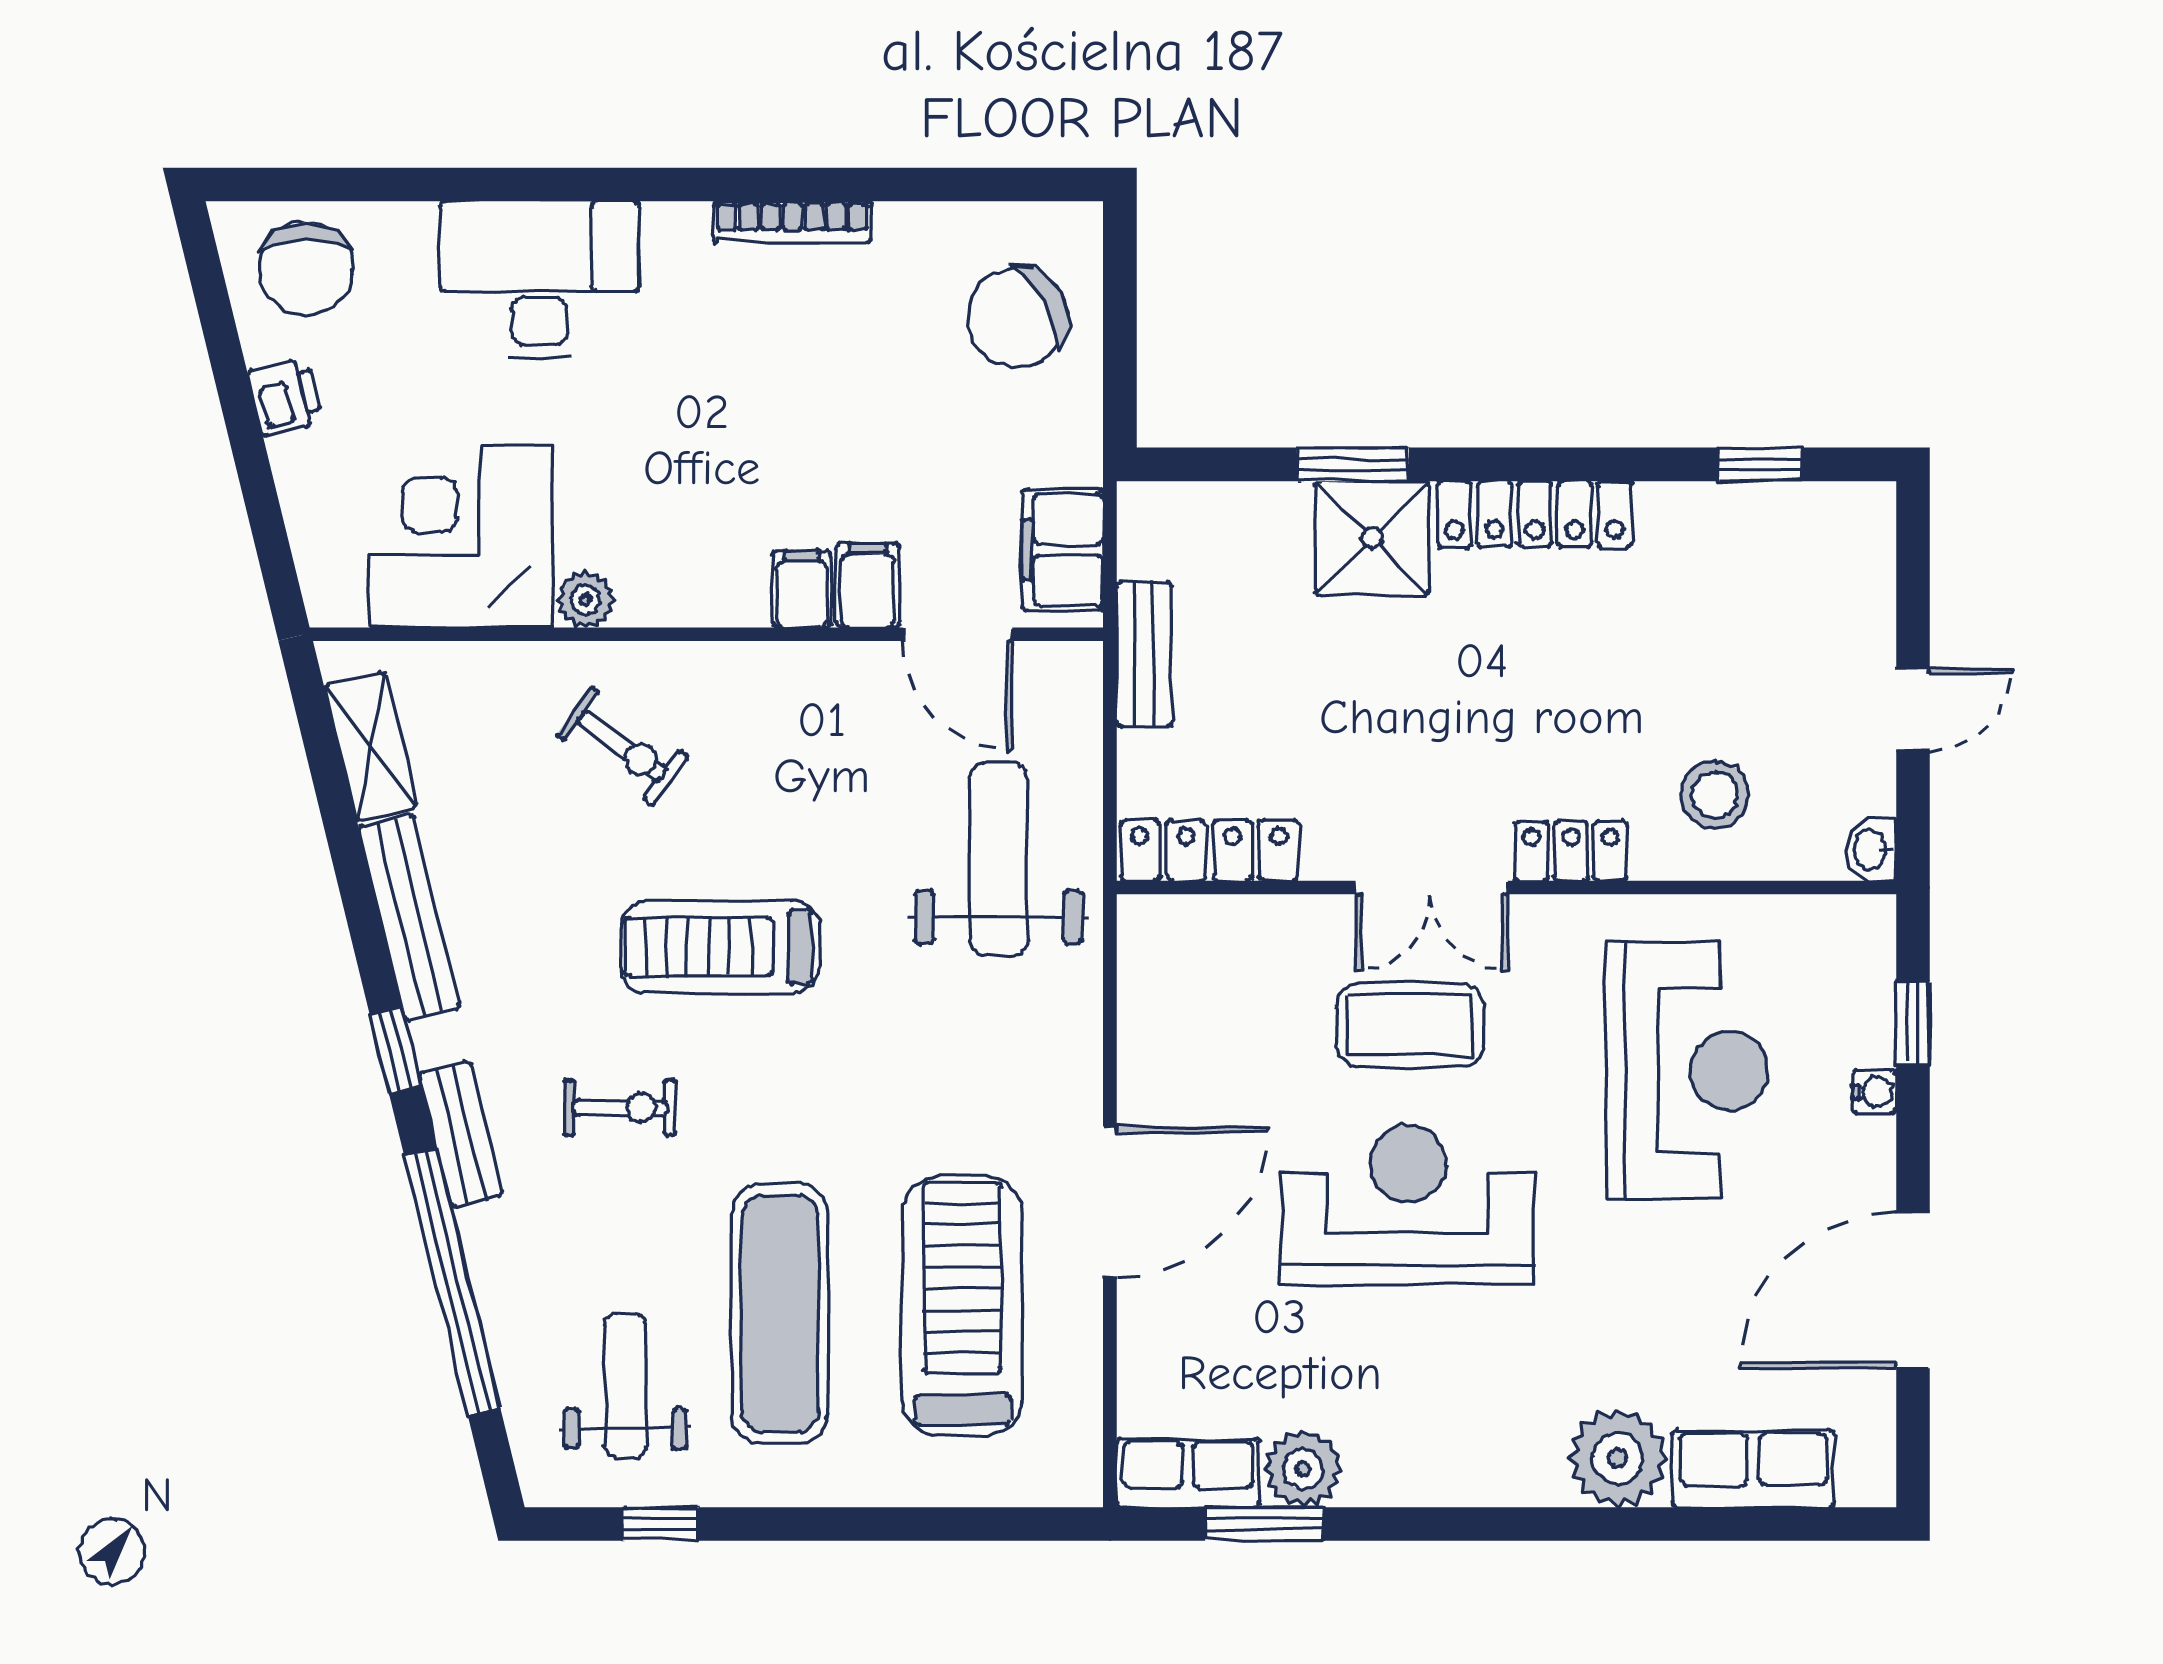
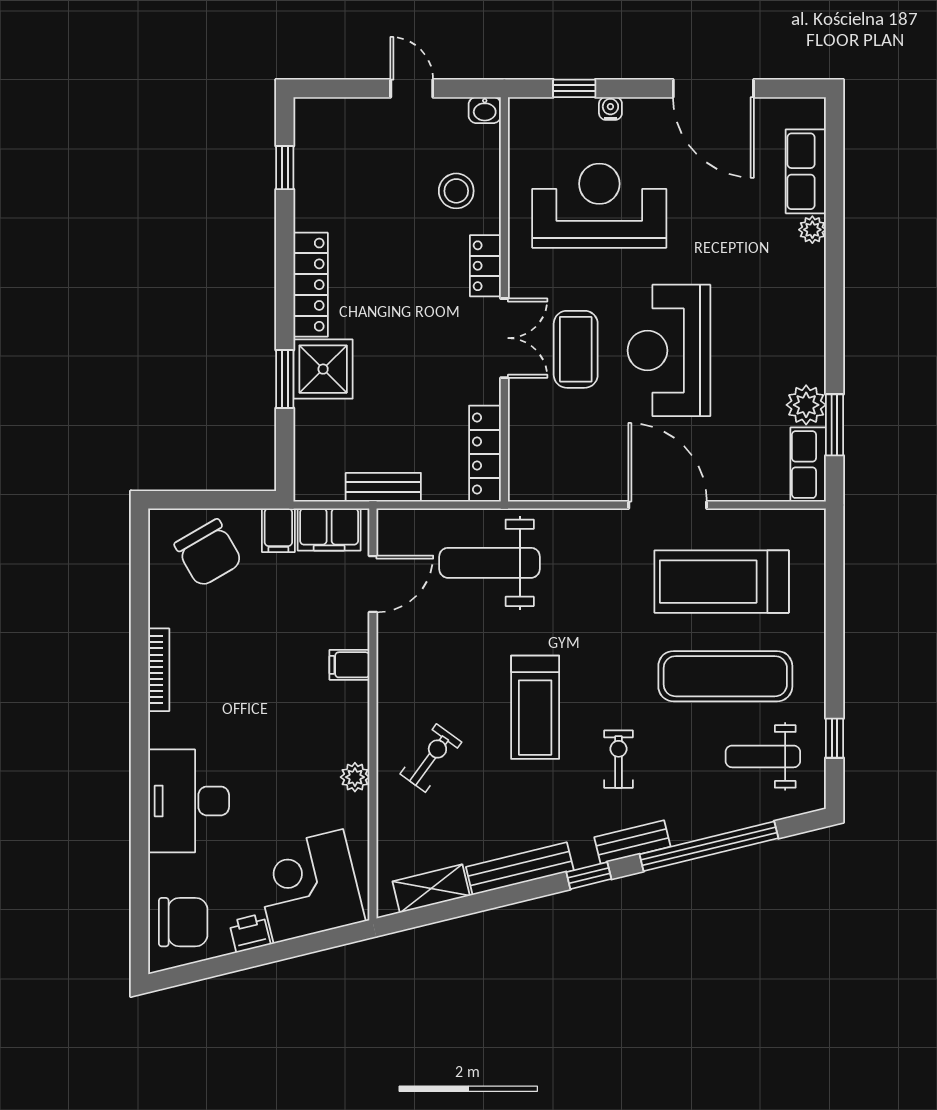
corner desk: (461, 536) -> (308, 886), moved, turned 76
filing cabinet: (868, 586) -> (278, 530), moved, turned -90
plant: (1618, 1458) -> (812, 230), width x0.53, depth x0.53

